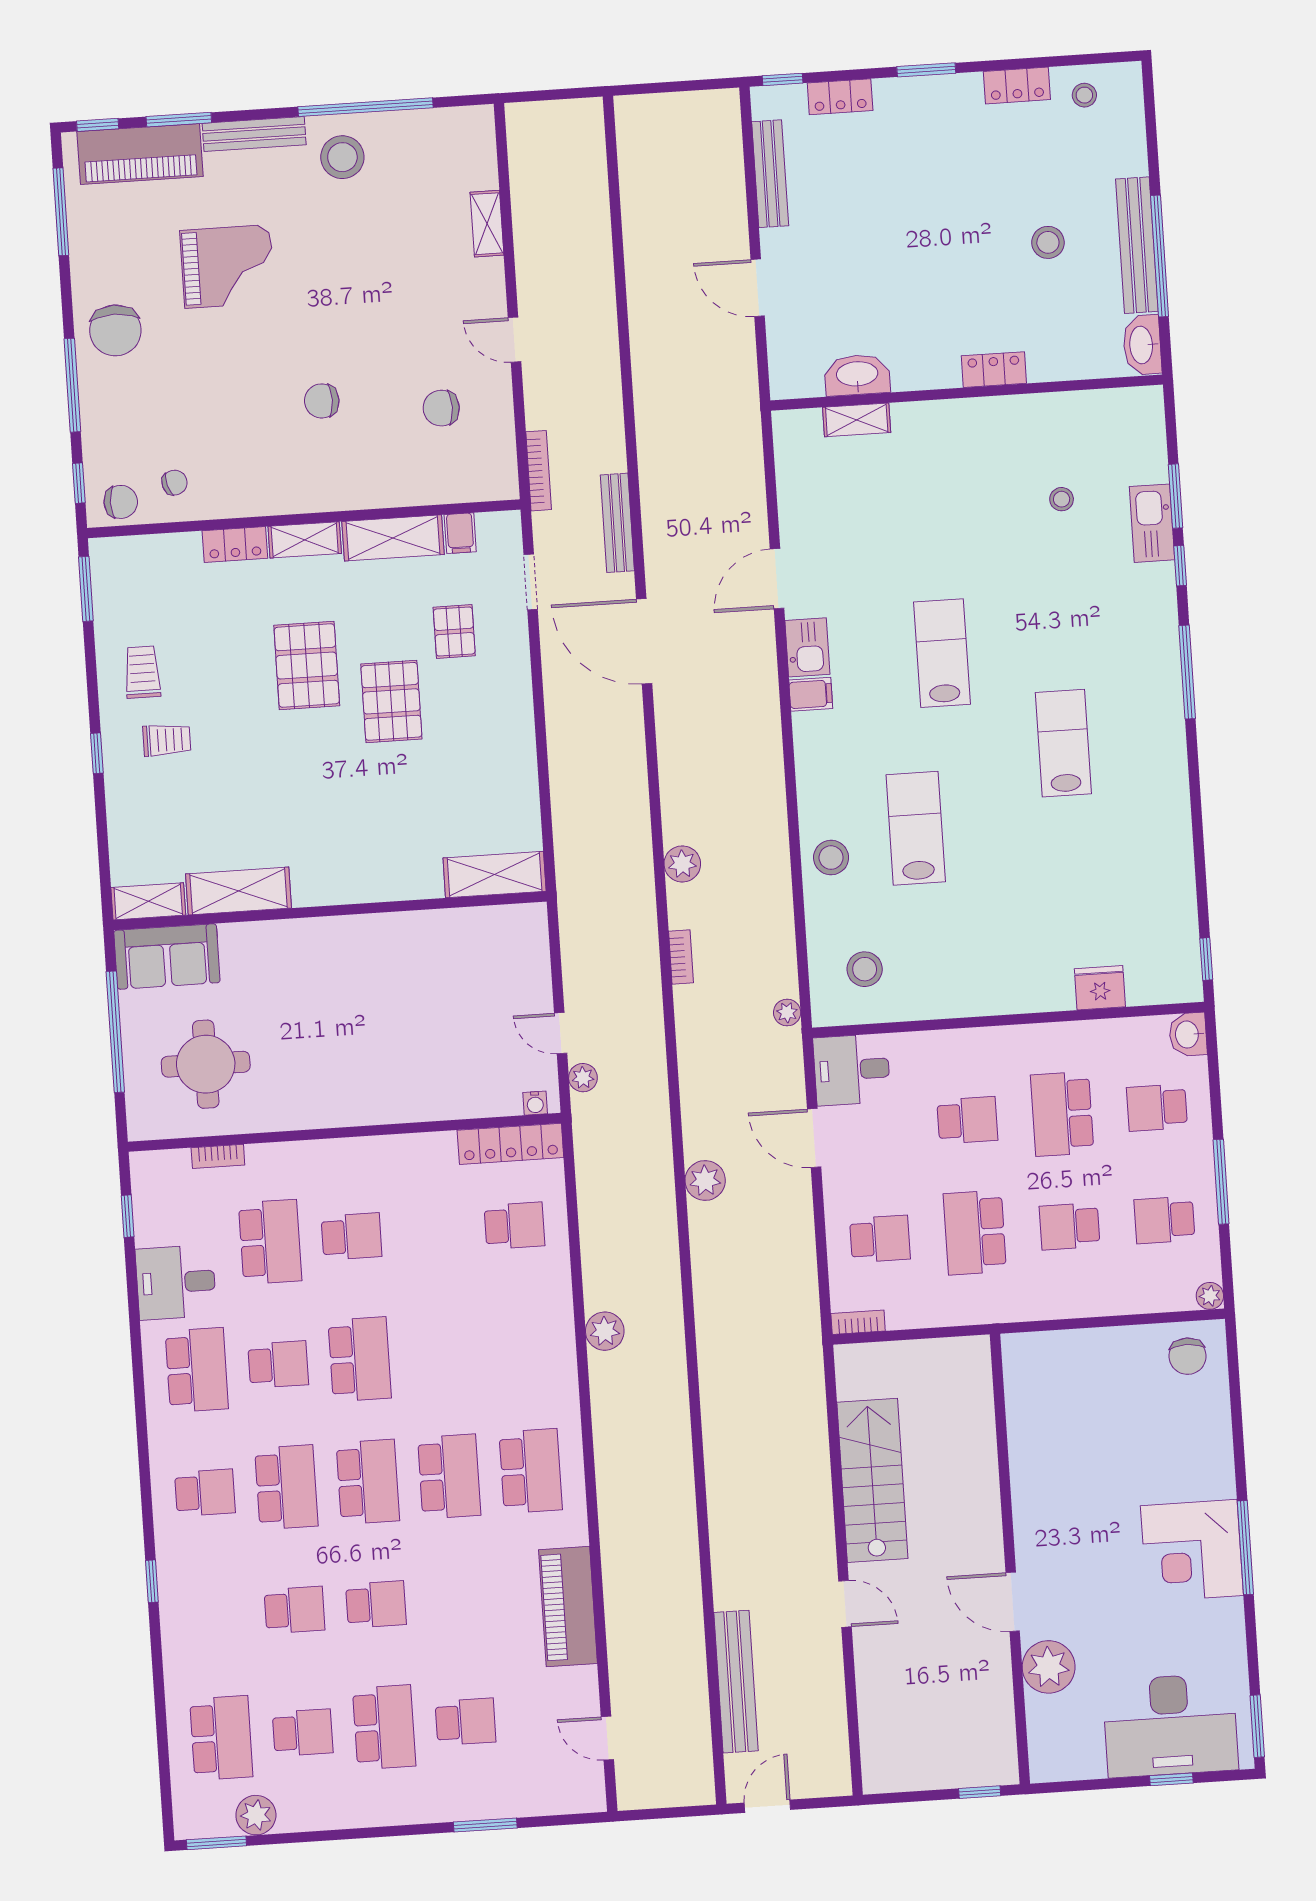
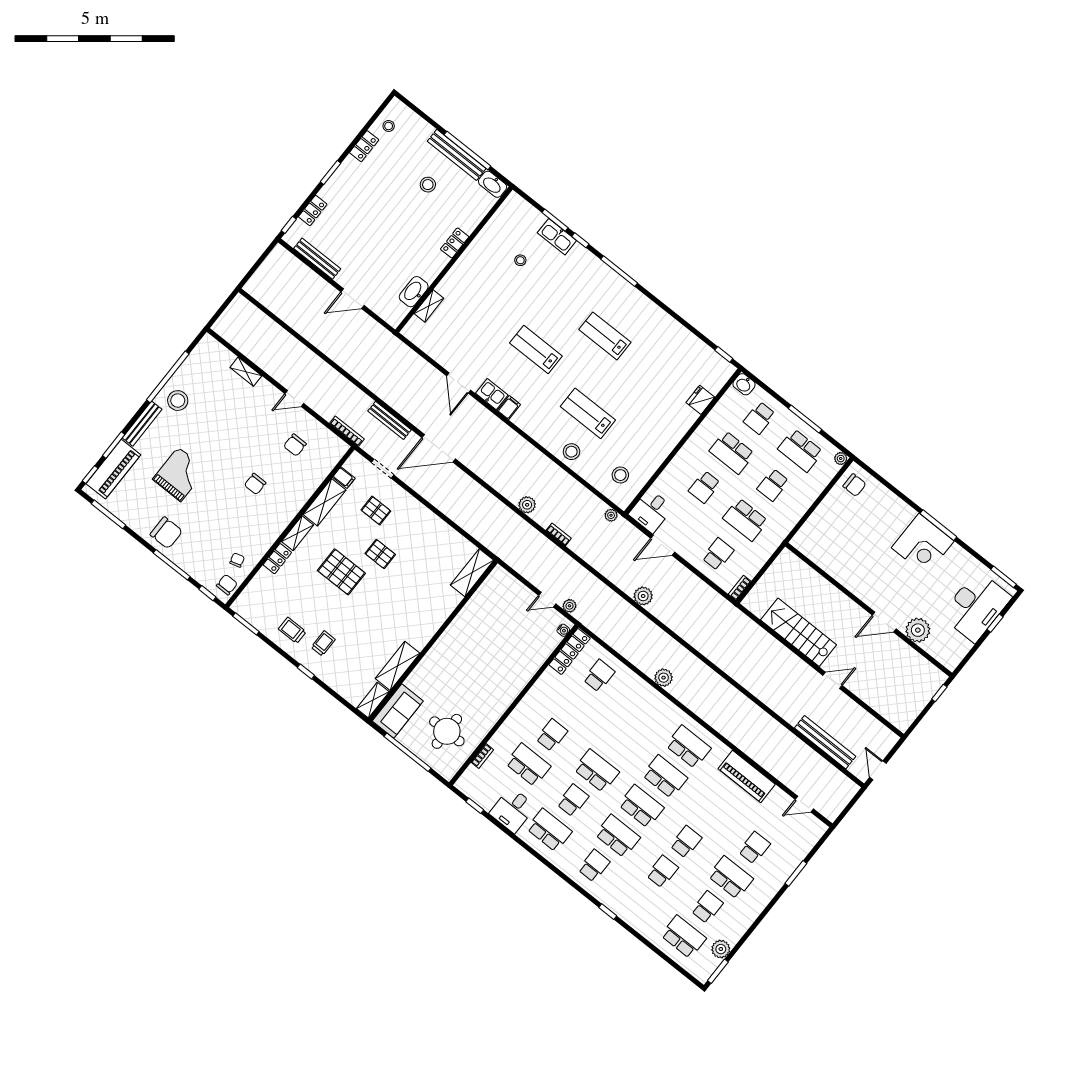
pallet: (391, 701) -> (380, 554), width x0.67, depth x0.71
school desk: (967, 1120) -> (704, 487), turned 180
school desk: (1164, 1220) -> (800, 450), width x1.85

